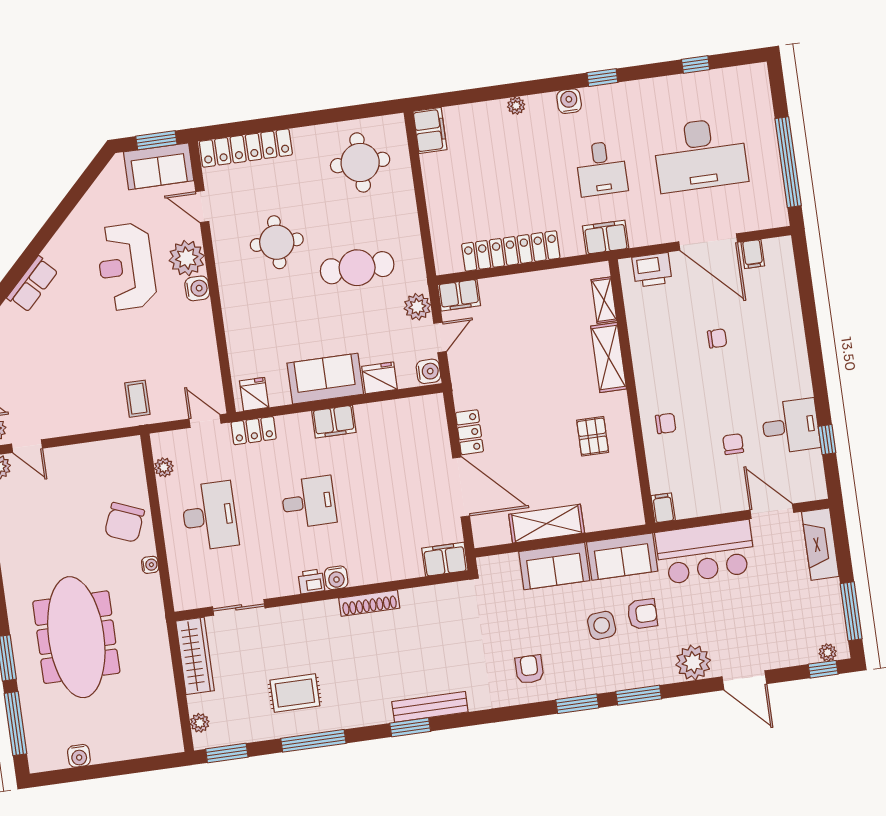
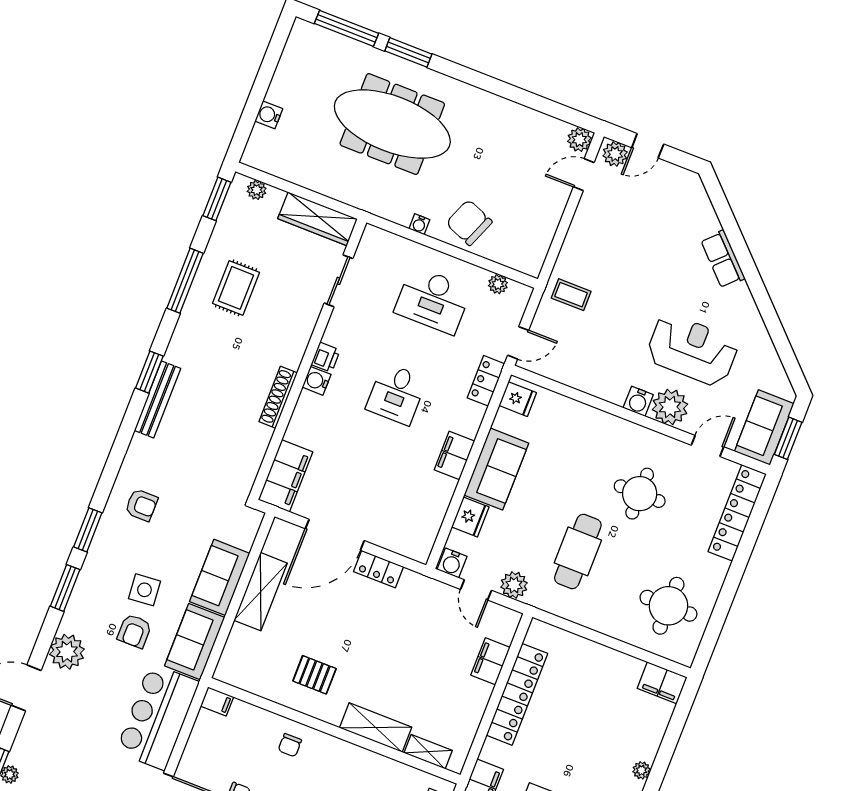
filing cabinet: (459, 295) -> (490, 661), moved
filing cabinet: (445, 559) -> (285, 476), width x1.50, depth x1.17
water cooler: (79, 756) -> (269, 115), moved

